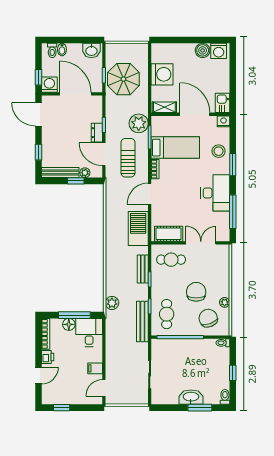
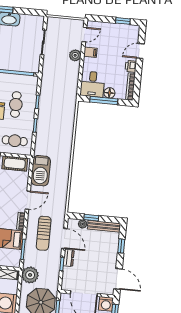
plant: (139, 123) -> (30, 275), moved
bench: (143, 269) -> (40, 135), removed
plant: (112, 303) -> (75, 55), moved
cafe table: (167, 314) -> (16, 104), moved
bench: (142, 321) -> (45, 89), removed

